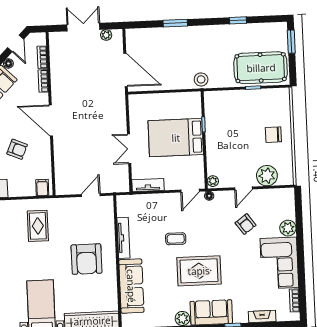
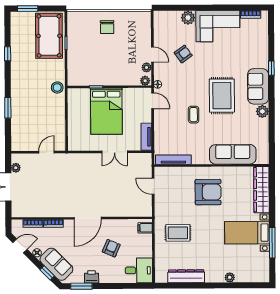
door: (126, 70) -> (46, 152), width x0.53
plant: (267, 176) -> (147, 67), moved, width x0.53, depth x0.53
tv unit: (123, 238) -> (173, 160), moved
fireplace: (262, 316) -> (263, 43), removed

